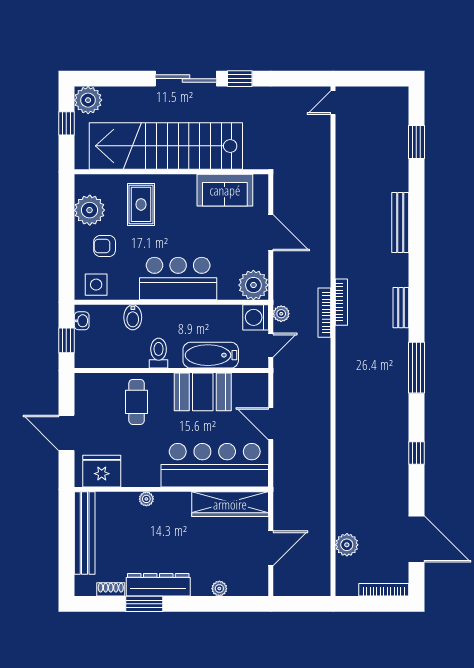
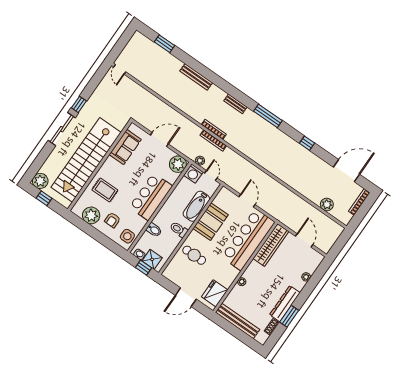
shower: (87, 345) -> (152, 259), added
door: (271, 424) -> (247, 201), swing flipped

